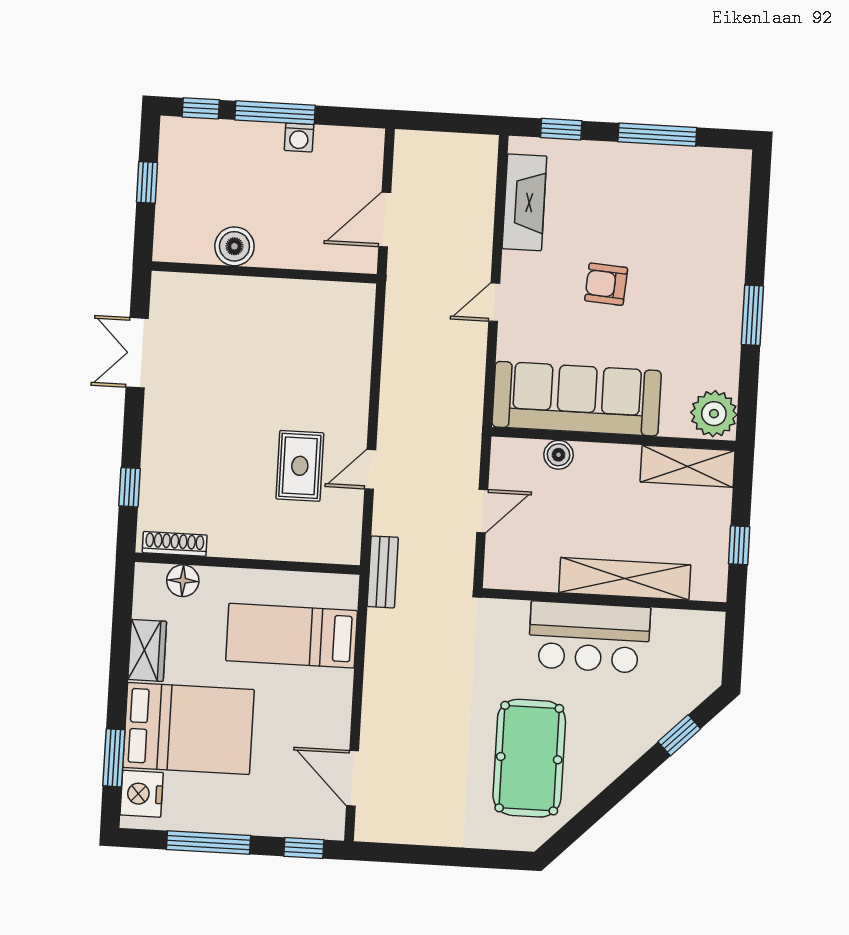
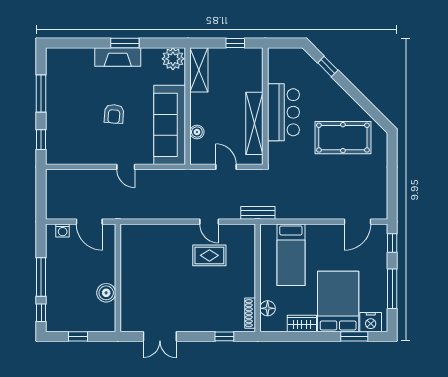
washing machine: (299, 137) -> (63, 231), moved, turned 90
fireplace: (524, 202) -> (118, 57), moved, turned 180
shelving: (625, 579) -> (254, 123), moved

